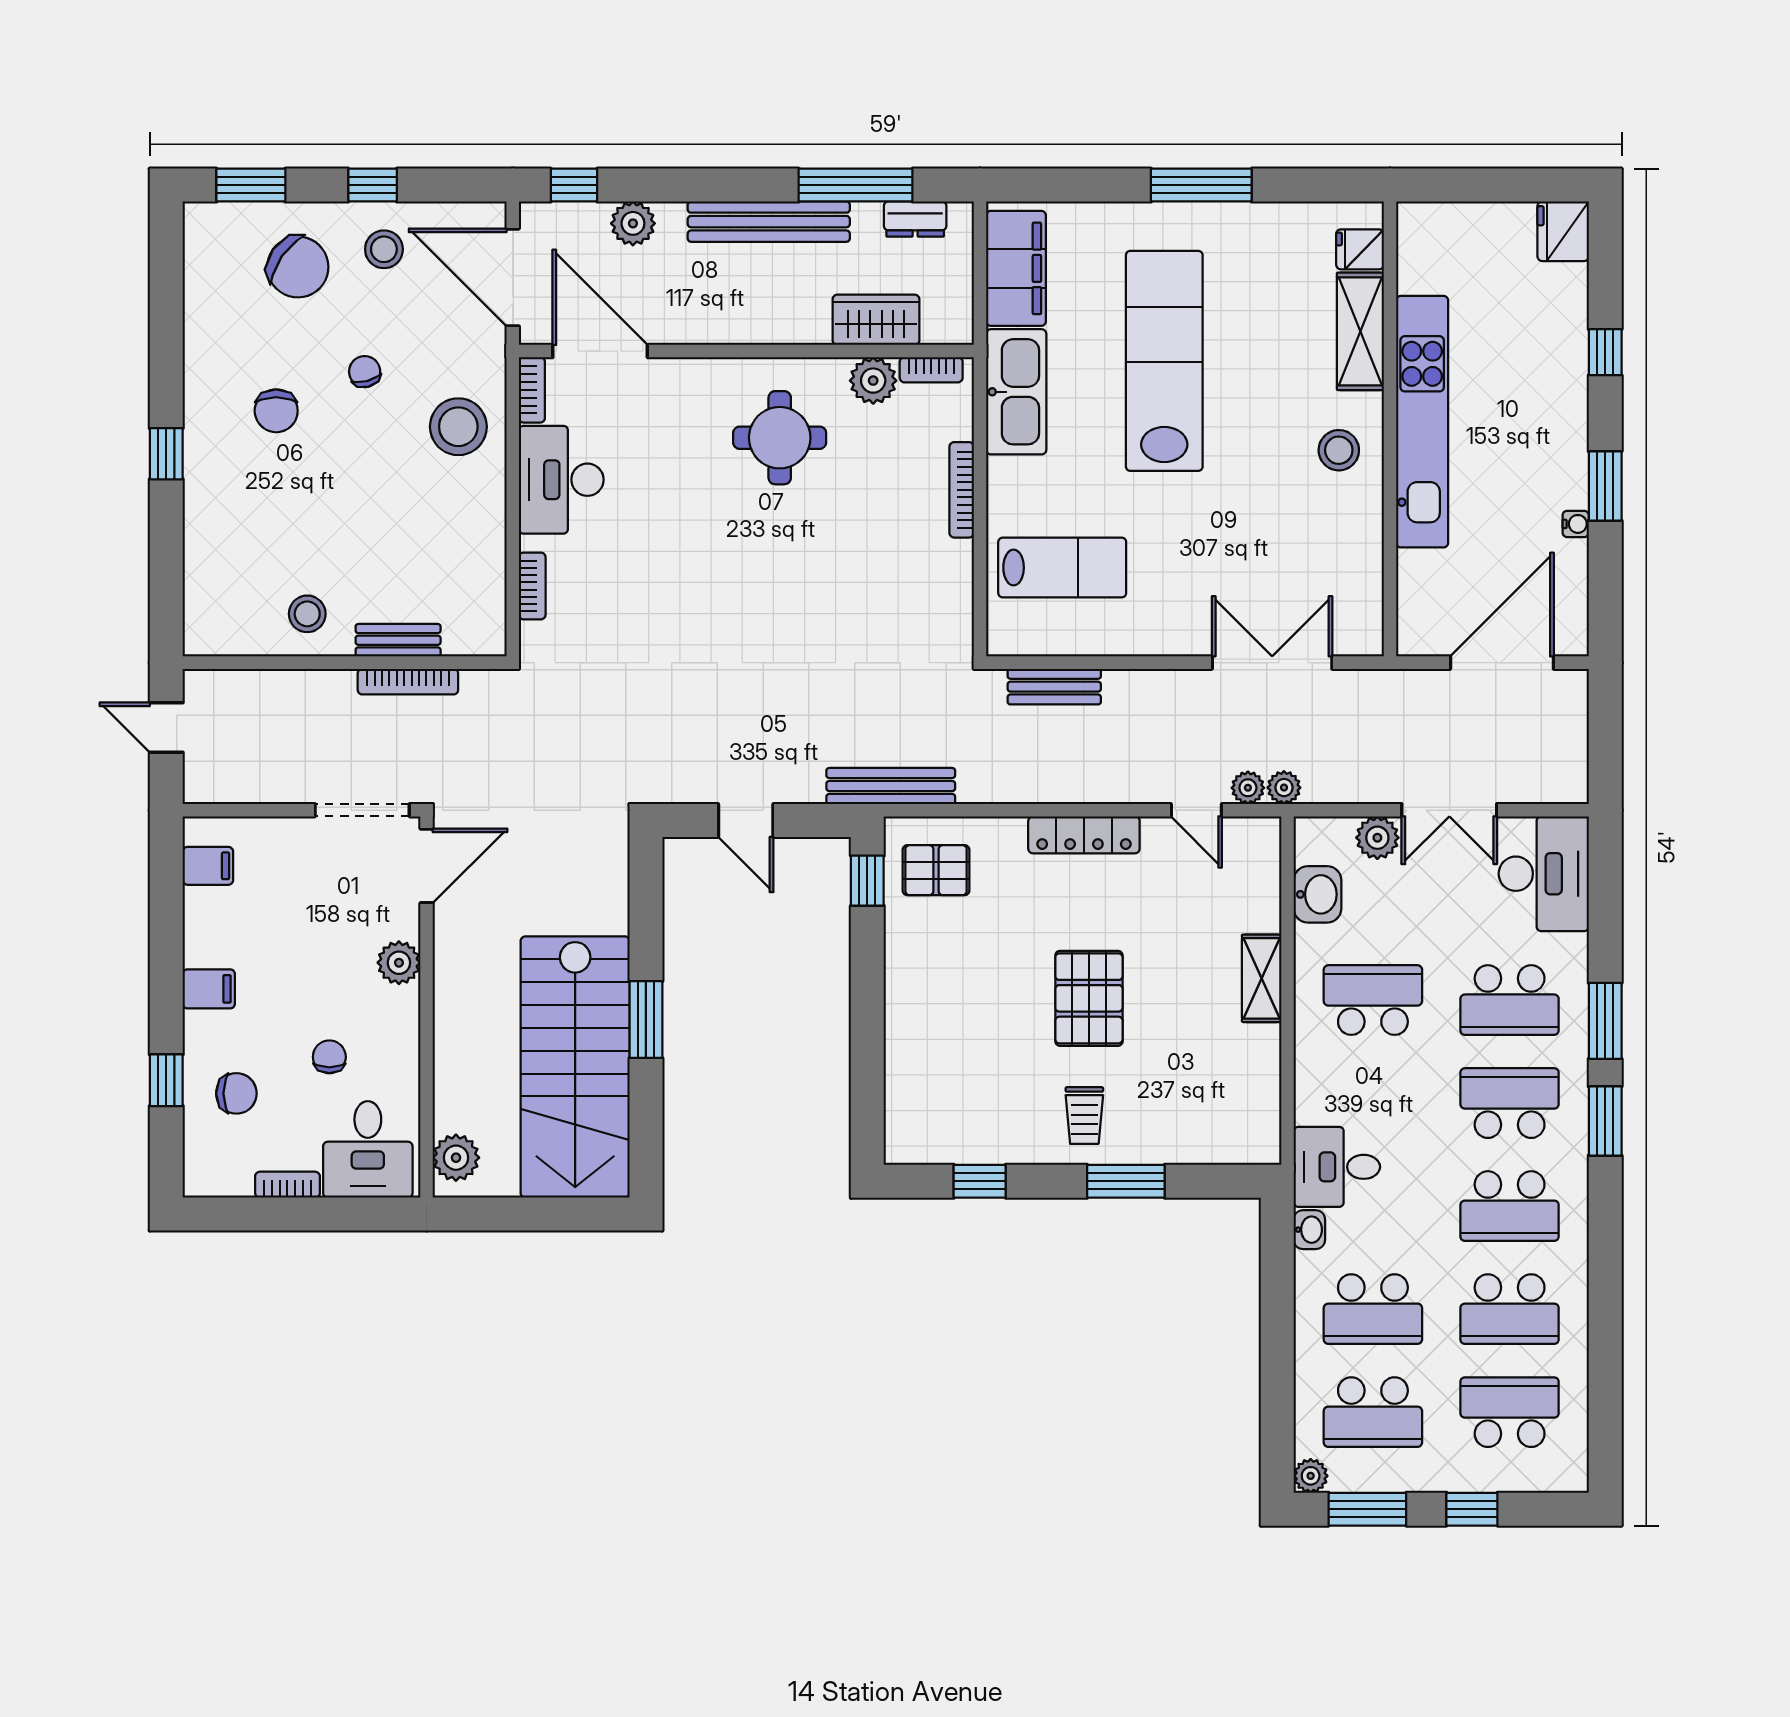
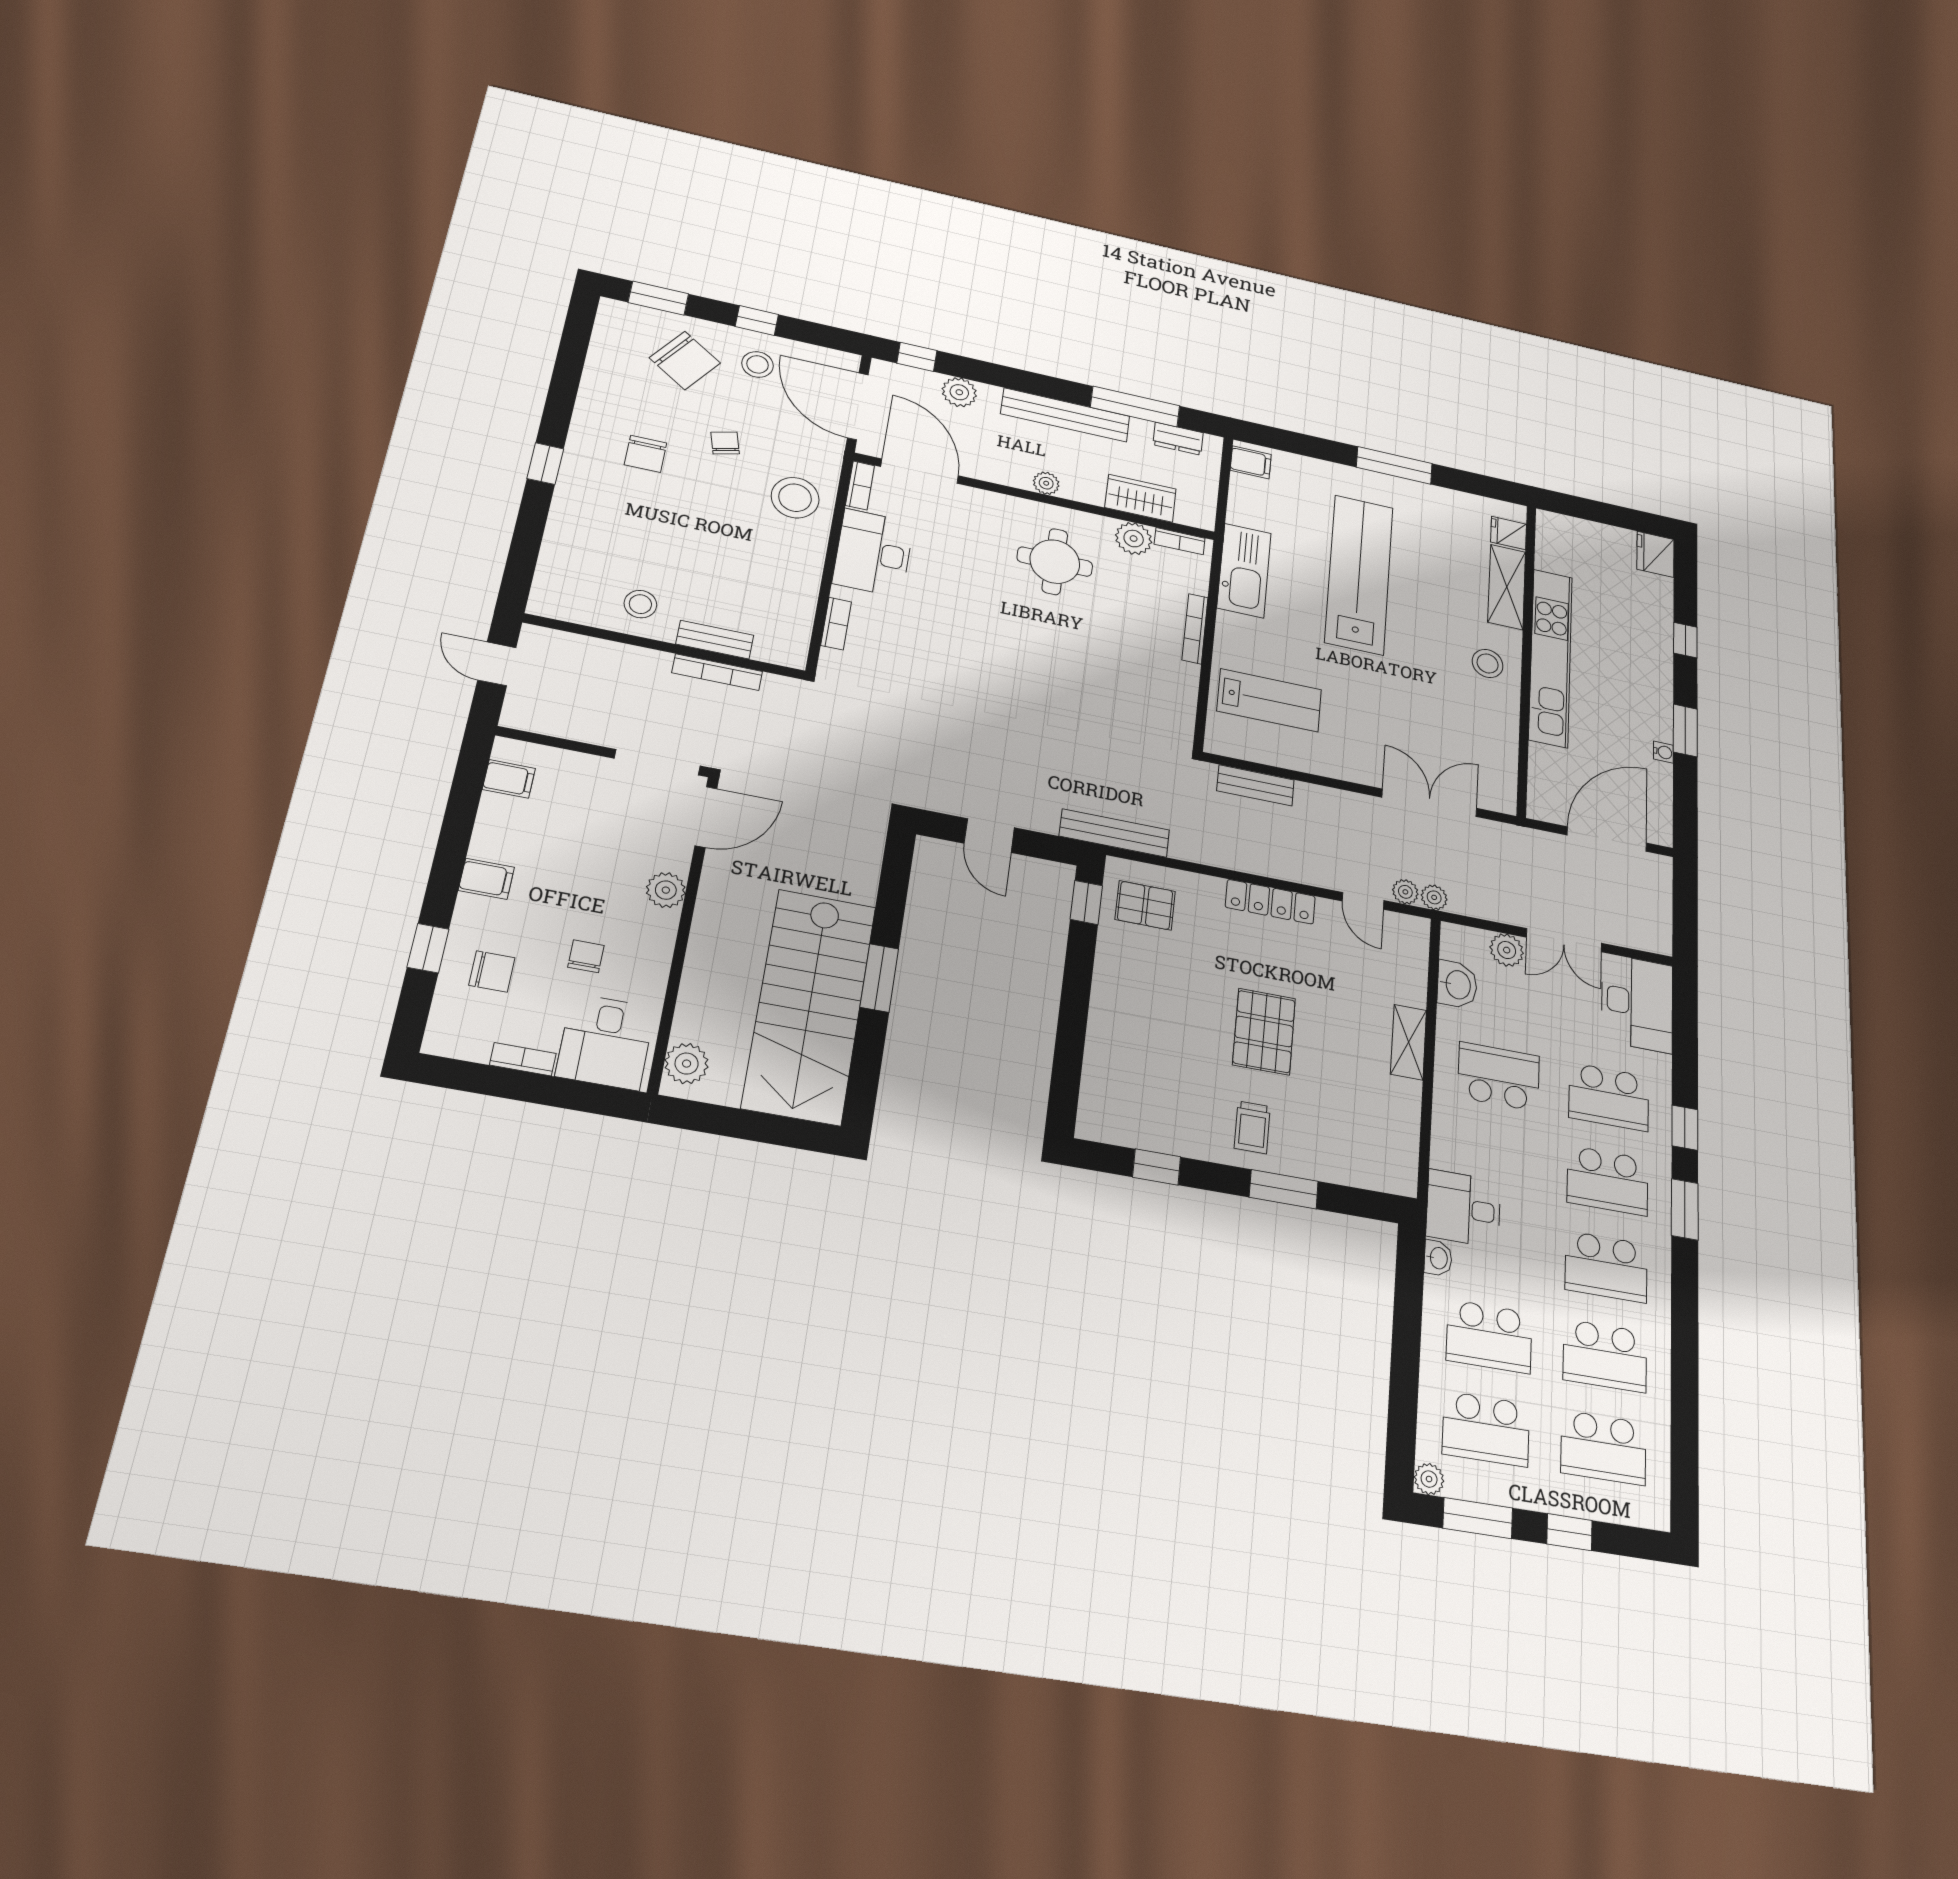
filing cabinet: (1016, 268) -> (1251, 462), width x0.33, depth x0.86
plant: (756, 328) -> (1046, 483), added
window: (1605, 1021) -> (1685, 1128), width x0.67
school desk: (1510, 1103) -> (1608, 1181), turned 180
school desk: (1510, 1412) -> (1603, 1448), turned 180

